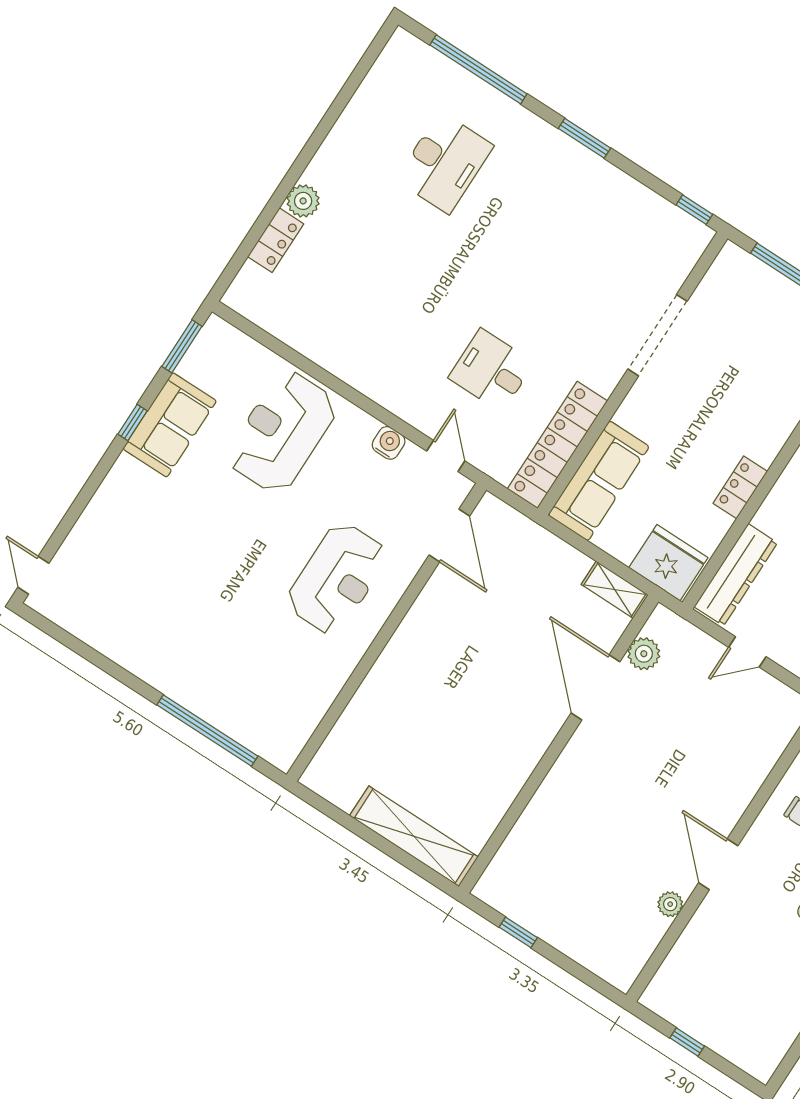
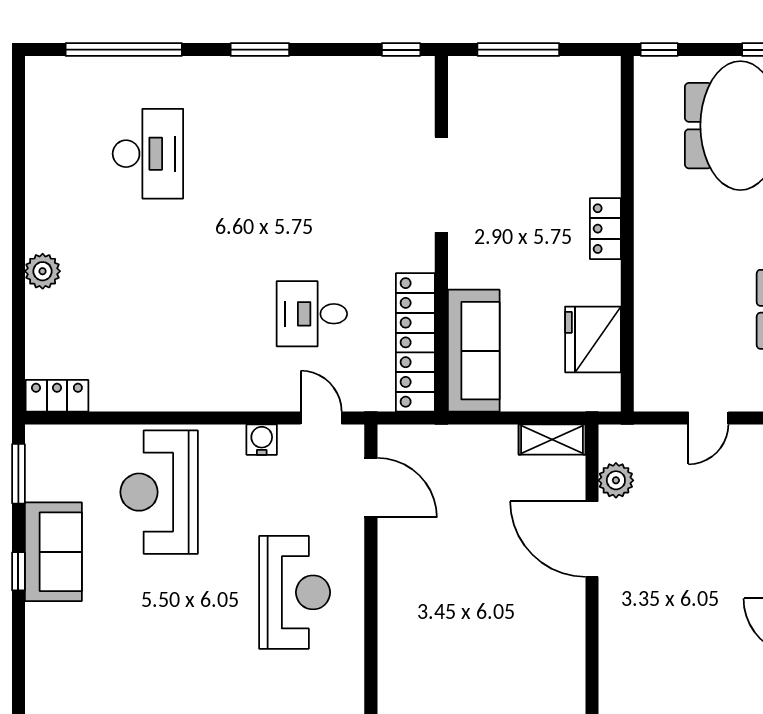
locker: (276, 240) -> (57, 396), moved, turned -90
locker: (740, 487) -> (605, 229), moved
fridge: (668, 563) -> (593, 339), moved, turned -90
dresser: (736, 575) -> (653, 355), removed

